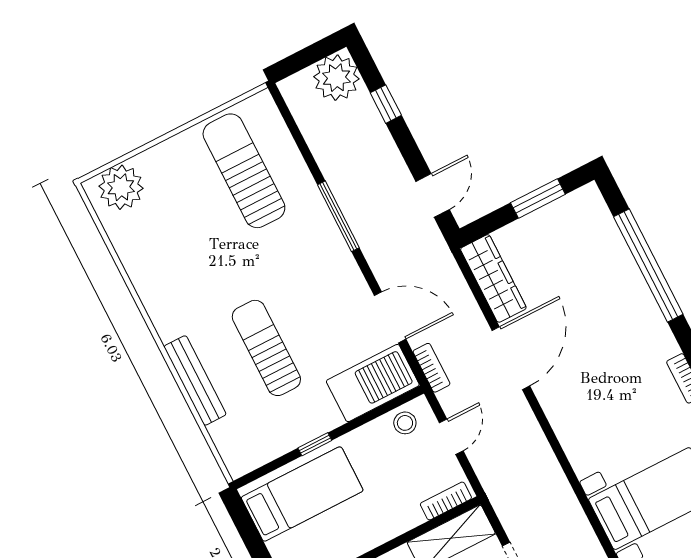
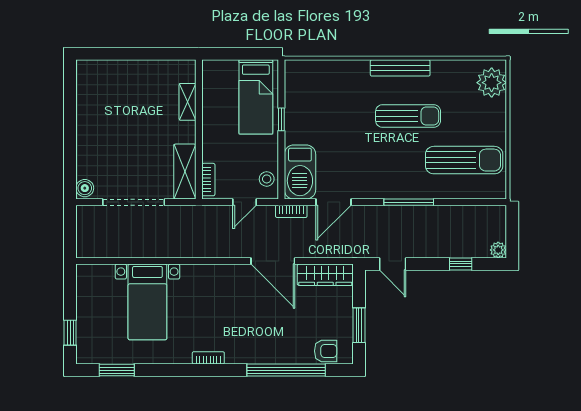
plant: (336, 78) -> (498, 250), width x0.53, depth x0.53
armchair: (595, 226) -> (326, 351), added
sun lounger: (266, 348) -> (408, 116), moved
bench: (195, 380) -> (400, 68), moved
door: (451, 437) -> (245, 202), hinge flipped

